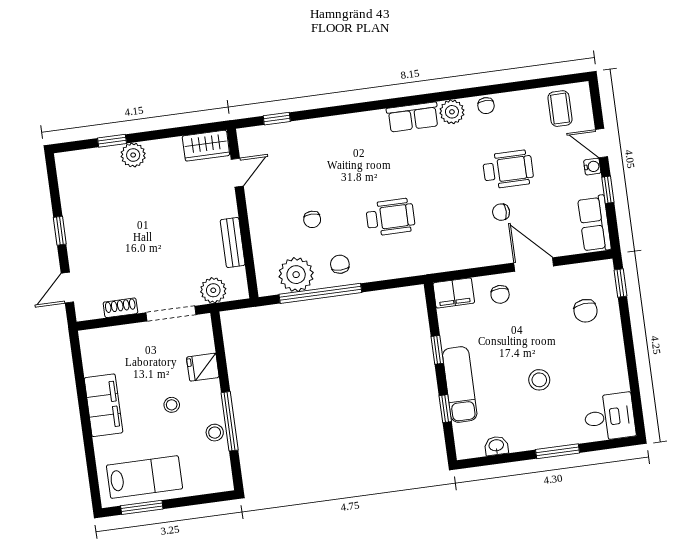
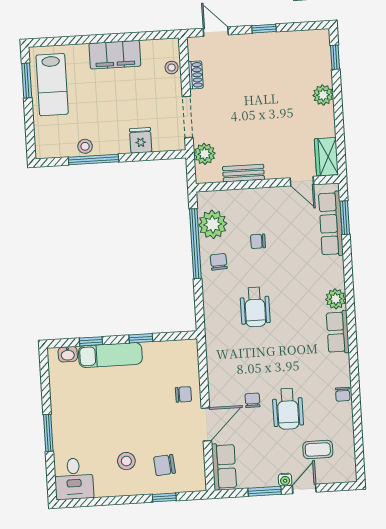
chair: (486, 106) -> (343, 394), turned -90
coffee table: (560, 109) -> (318, 450), moved
plant: (452, 112) -> (336, 299), moved
window: (277, 119) -> (345, 218), width x1.50
row of seats: (285, 135) -> (331, 224), added
window: (112, 141) -> (335, 57), moved
window: (608, 190) -> (265, 491), width x1.50
row of seats: (594, 224) -> (224, 467), moved, turned 90
chair: (340, 264) -> (219, 262), turned -93
window: (620, 283) -> (164, 497), moved
filing cabinet: (454, 293) -> (188, 356), removed
chair: (500, 294) -> (183, 394), turned 180
stool: (539, 380) -> (126, 461), moved
stool: (172, 405) -> (172, 68), moved
washbasin: (496, 446) -> (68, 354), moved, turned 90

